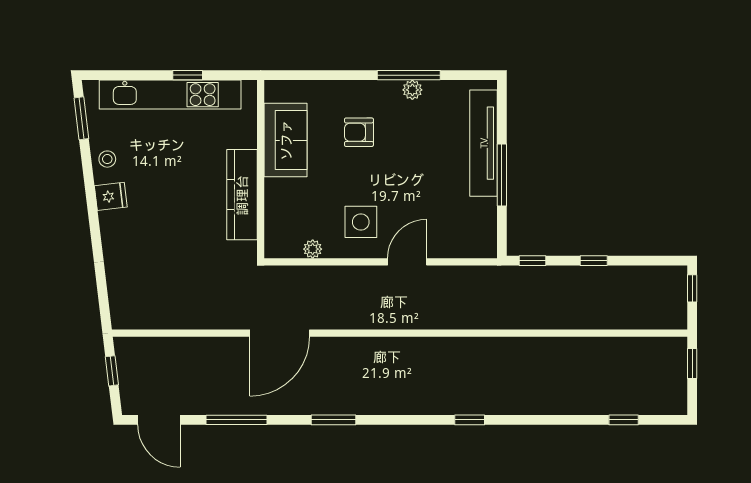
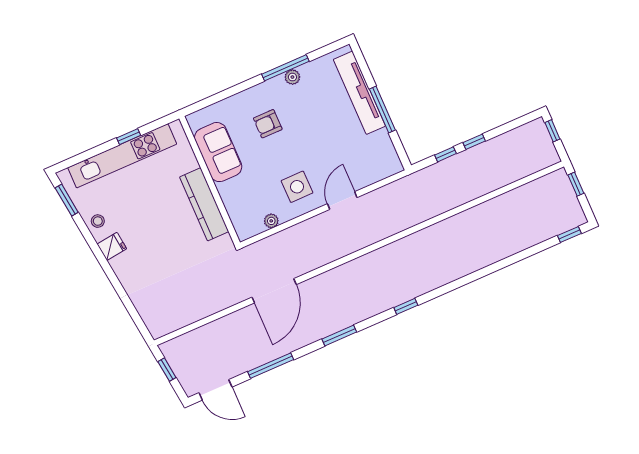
window: (532, 261) -> (445, 154), moved
window: (470, 420) -> (406, 306), moved
window: (624, 420) -> (569, 235), moved

